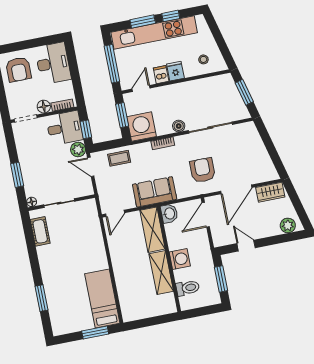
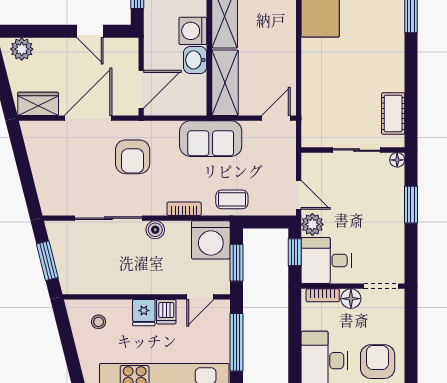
coffee table: (119, 158) -> (232, 199), moved
washbasin: (169, 213) -> (195, 60), moved

